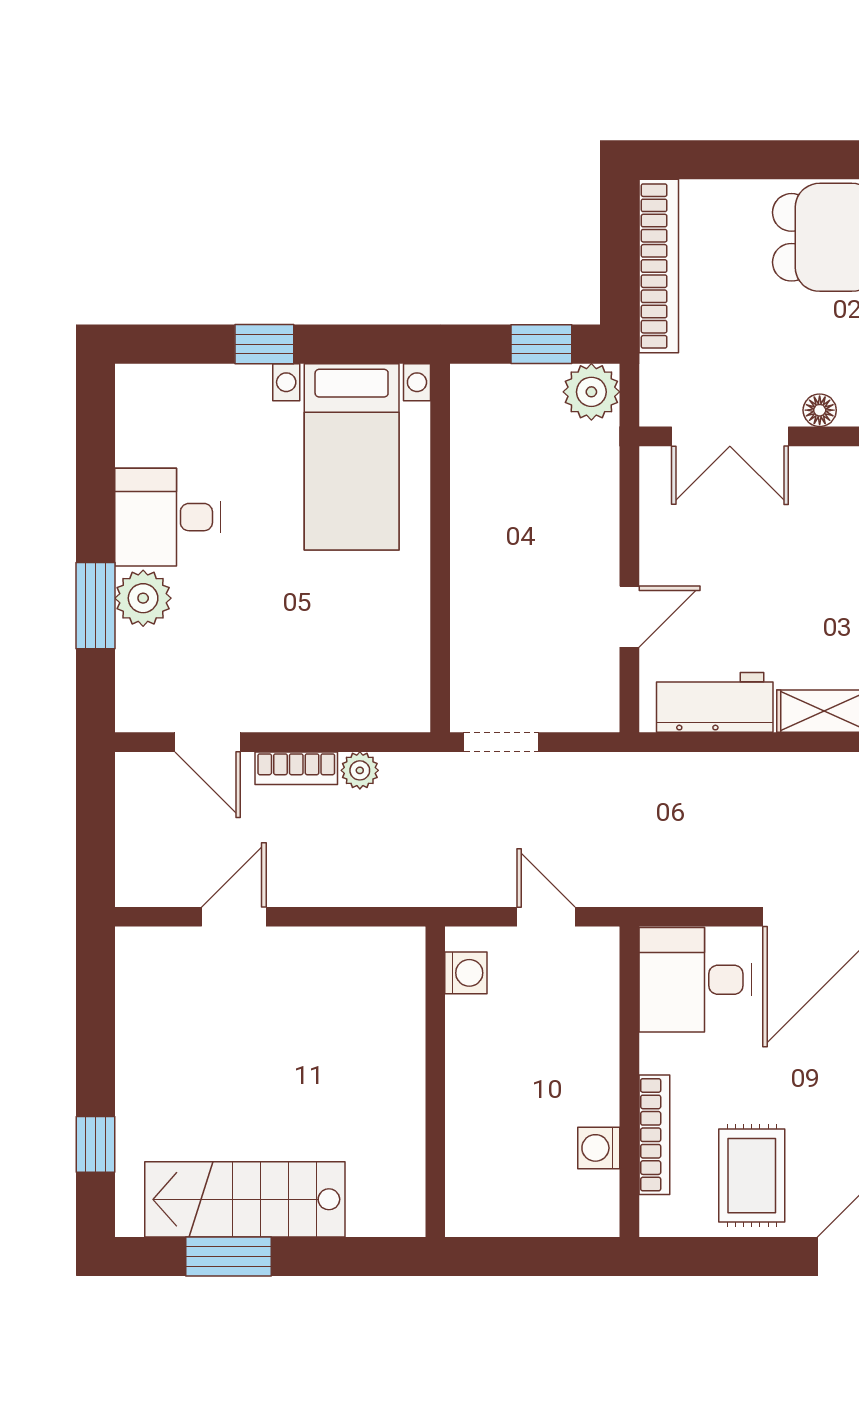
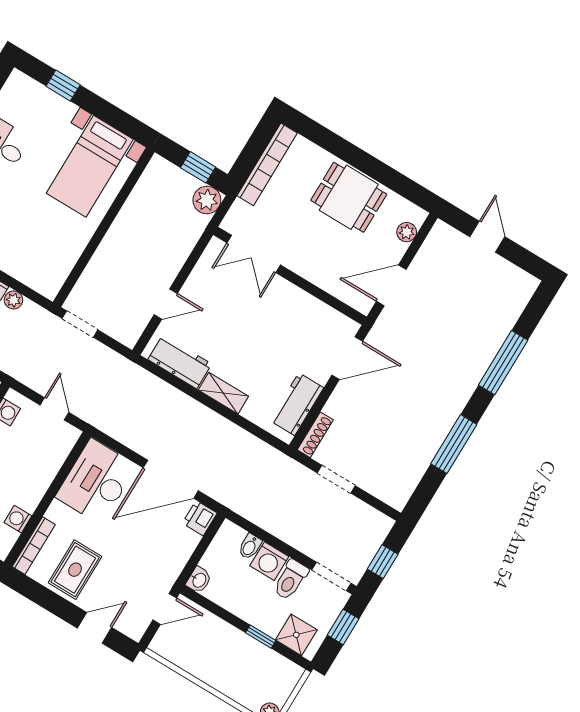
window: (264, 344) -> (63, 86), moved
floor lamp: (820, 410) -> (298, 266), removed
desk: (695, 980) -> (96, 481), width x1.37
bookcase: (654, 1135) -> (34, 546), moved

